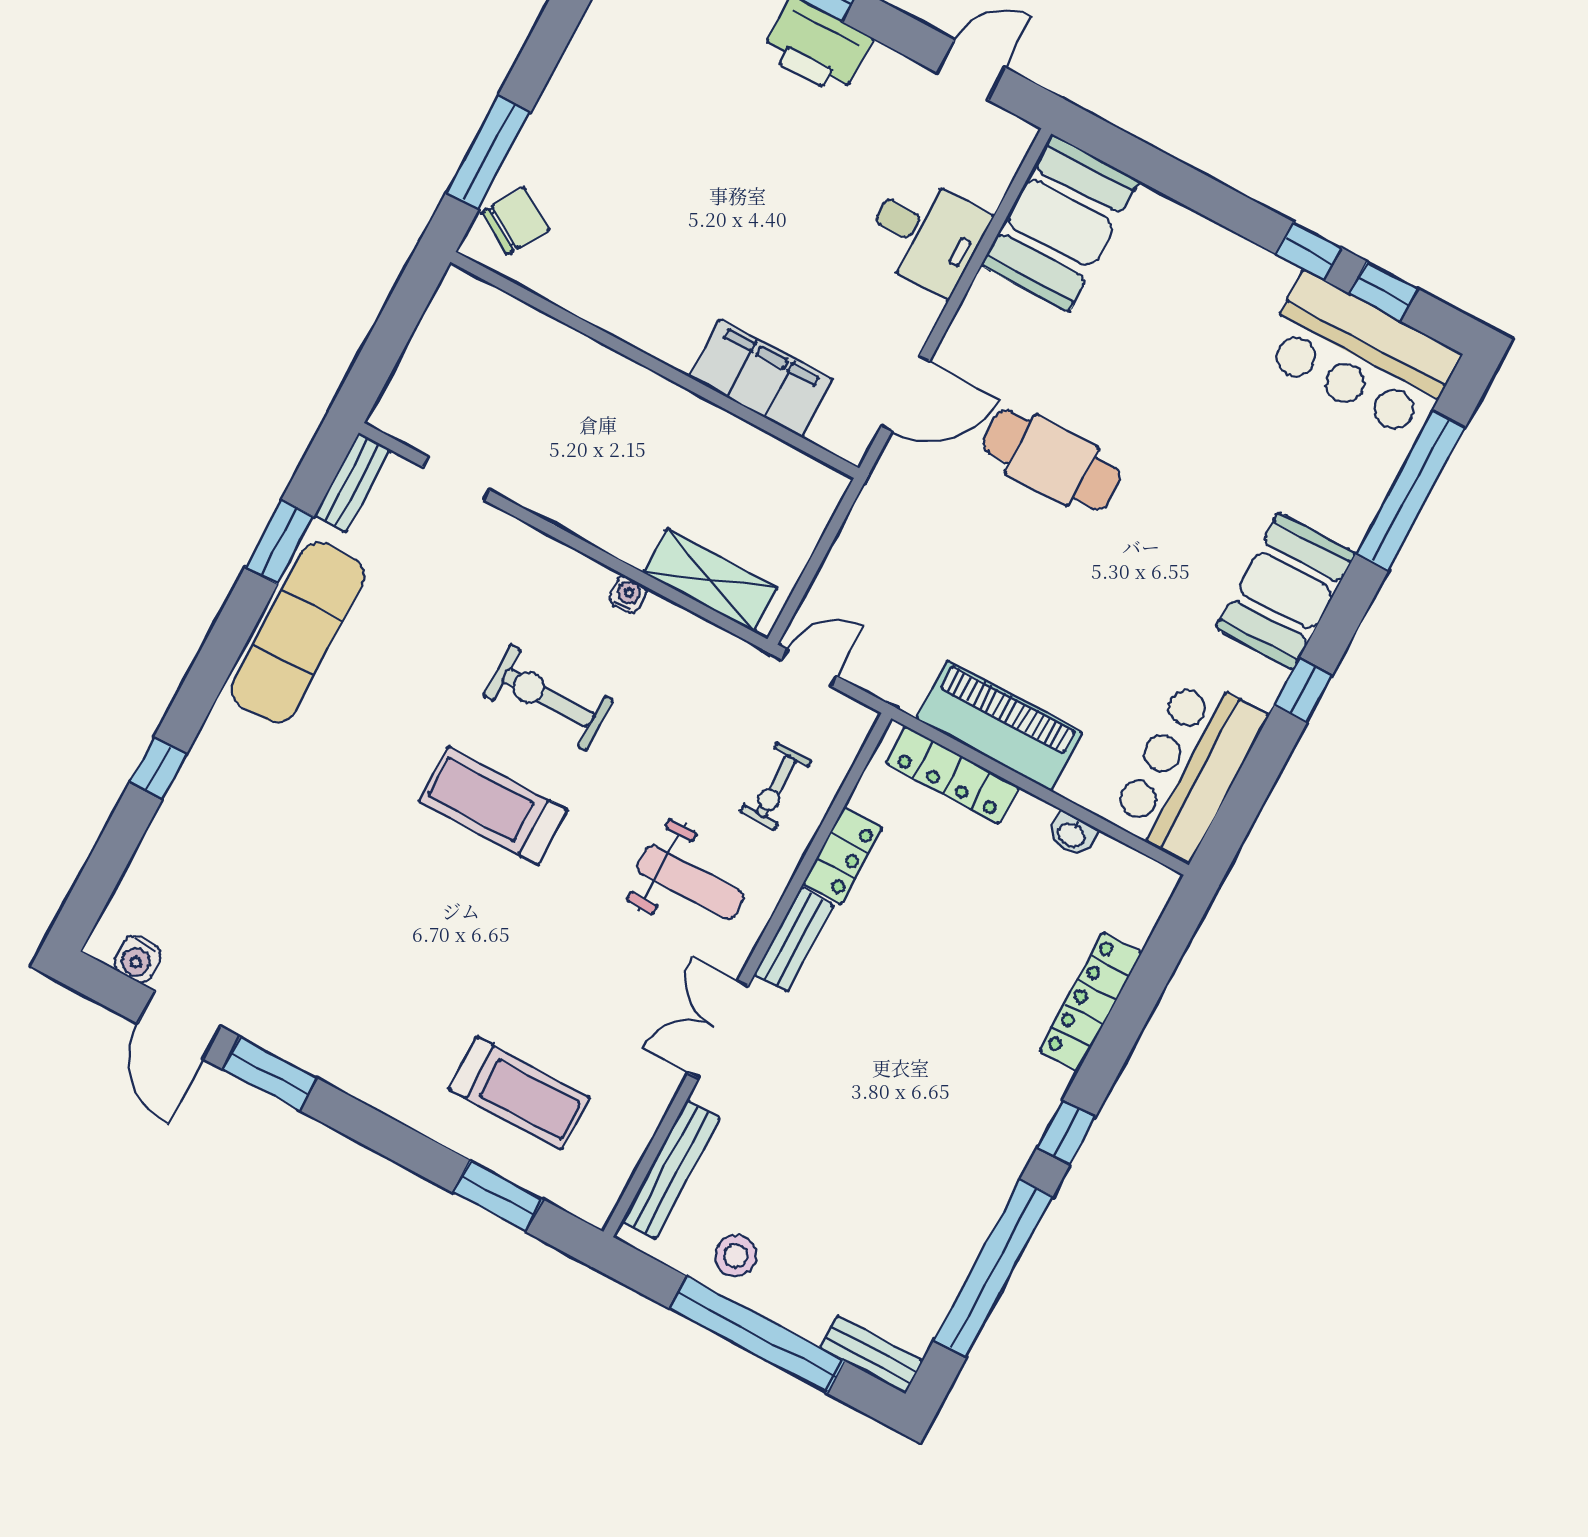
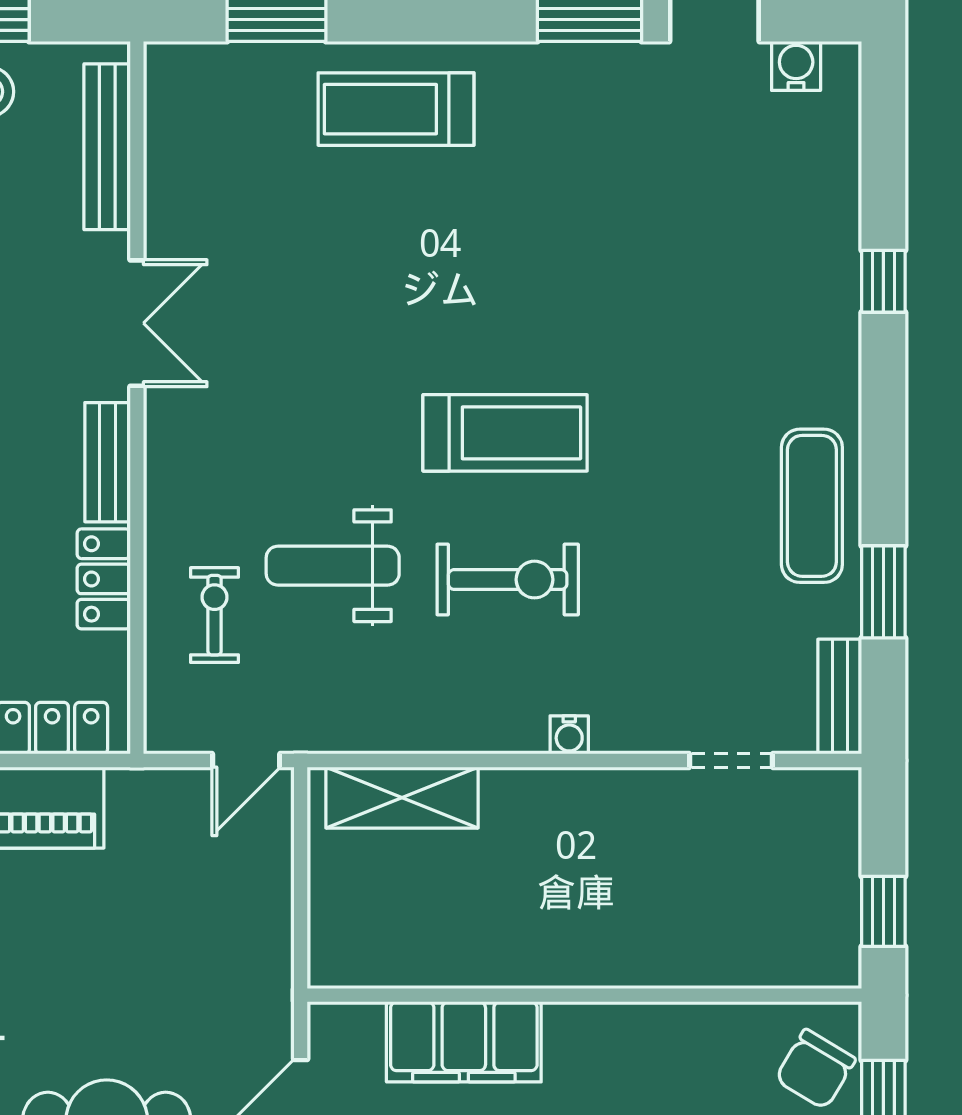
window: (404, 309) -> (883, 911), added
water cooler: (628, 595) -> (569, 735), moved
exercise mat: (298, 633) -> (812, 506), width x0.73, depth x0.69
weight bench: (690, 882) -> (333, 566), moved
treadmill: (519, 1093) -> (396, 109), moved

